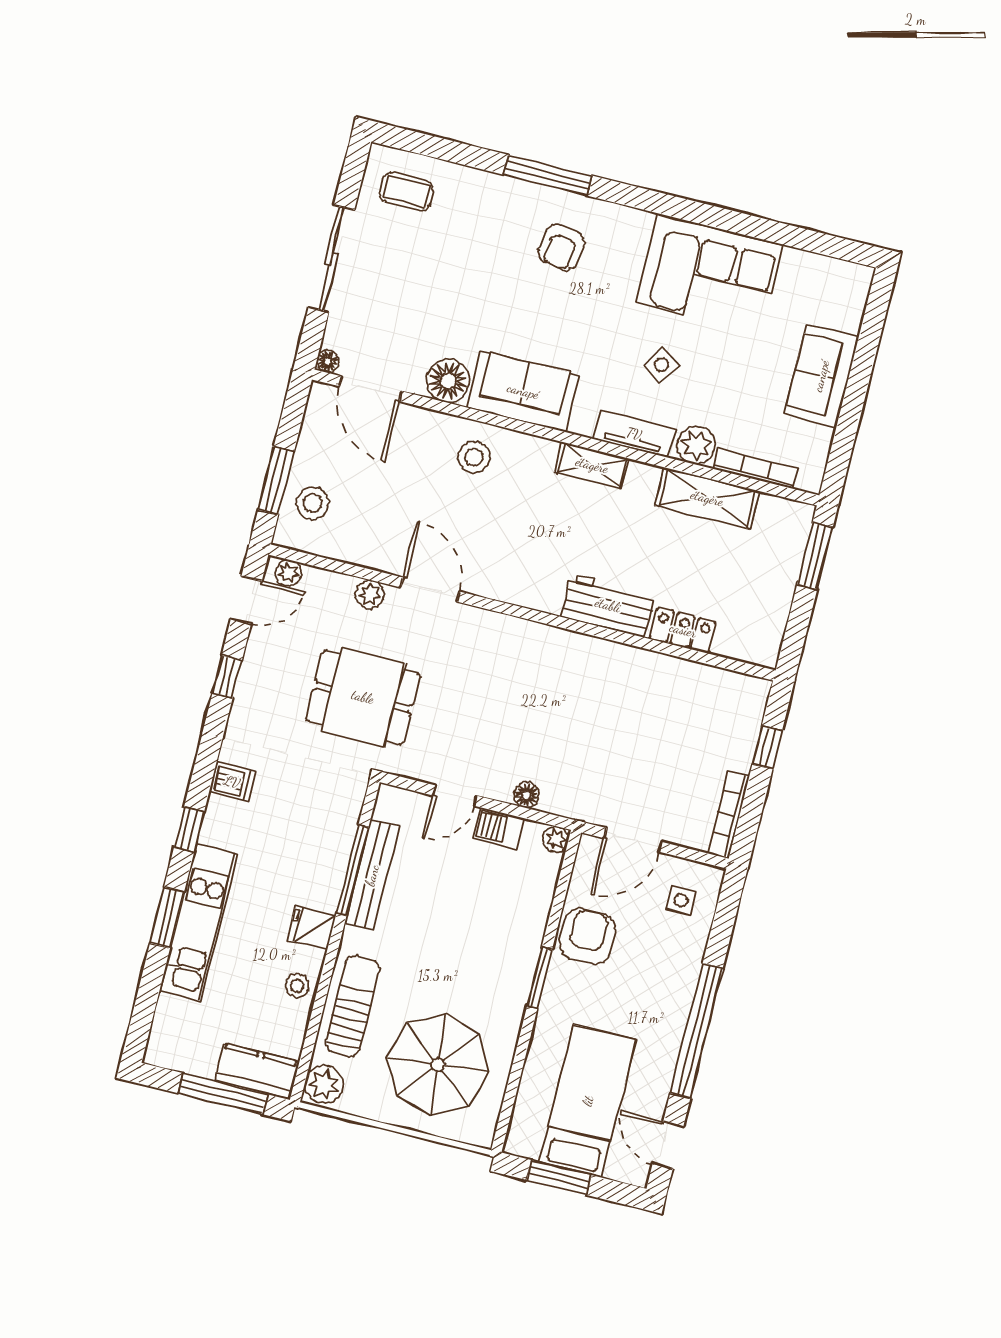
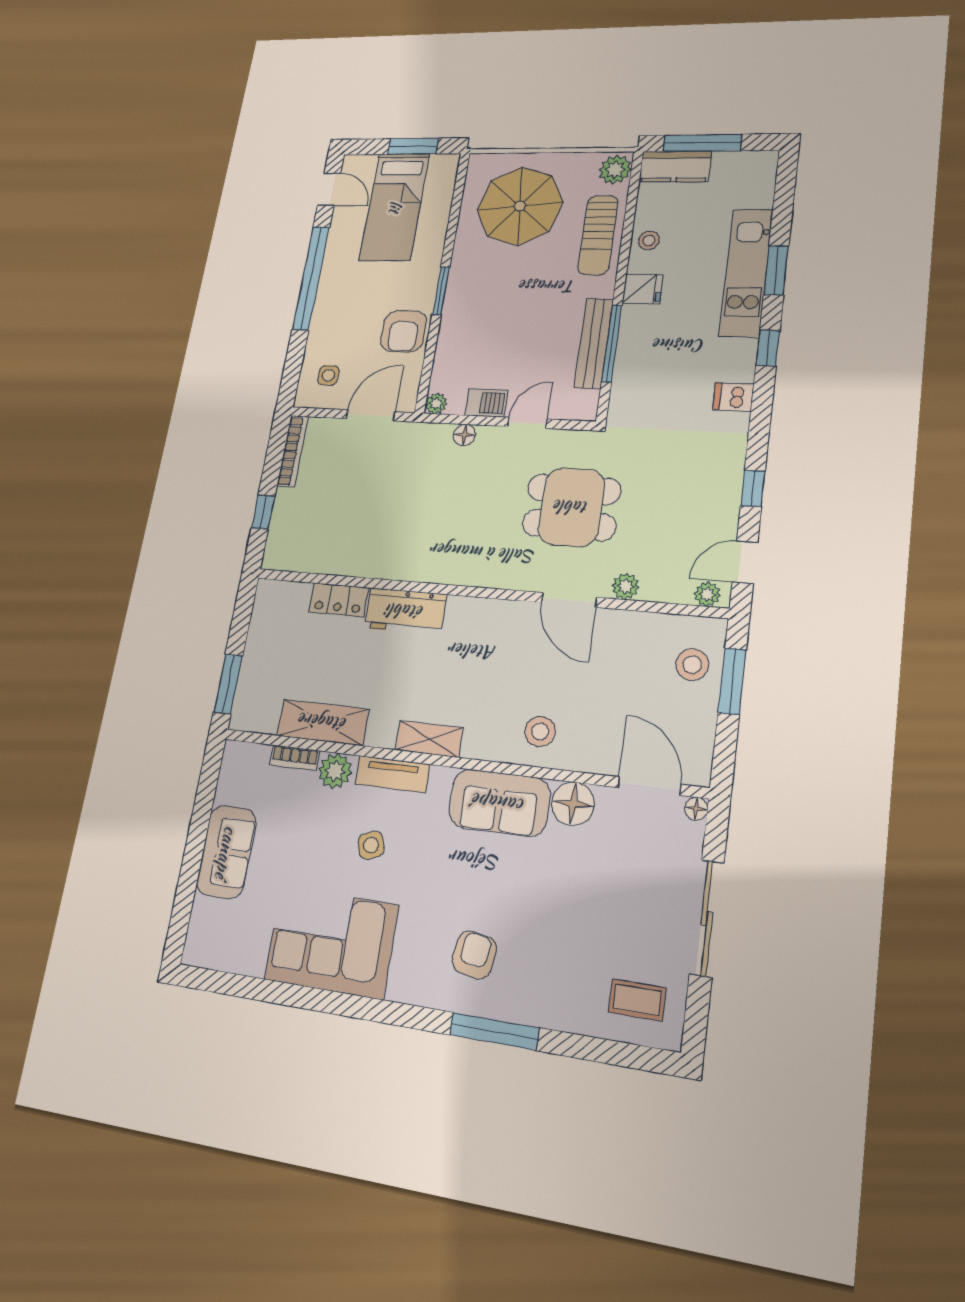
side table: (661, 365) -> (371, 845), turned 36
bookcase: (755, 469) -> (295, 758), width x0.64
dining table: (363, 697) -> (571, 507), moved

